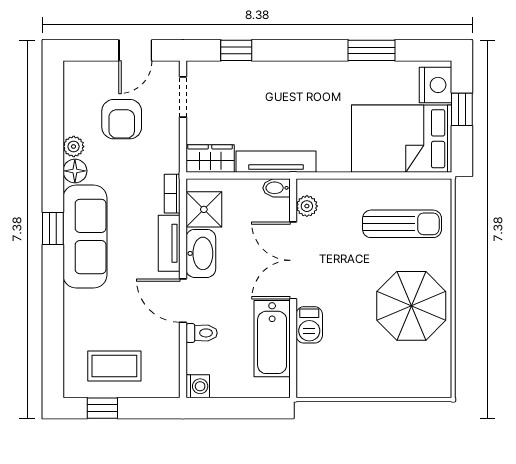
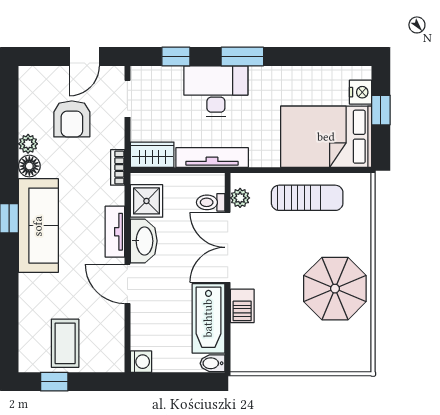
window: (372, 50) -> (242, 57), moved
nightstand: (435, 85) -> (360, 92), width x0.74, depth x0.75
desk: (280, 88) -> (216, 91), added
bidet: (276, 188) -> (212, 363), moved
bookcase: (172, 194) -> (118, 167), moved
sun lounger: (402, 224) -> (307, 198), moved
toilet: (202, 333) -> (211, 202), moved, turned 180
coffee table: (114, 366) -> (65, 343), turned 90

